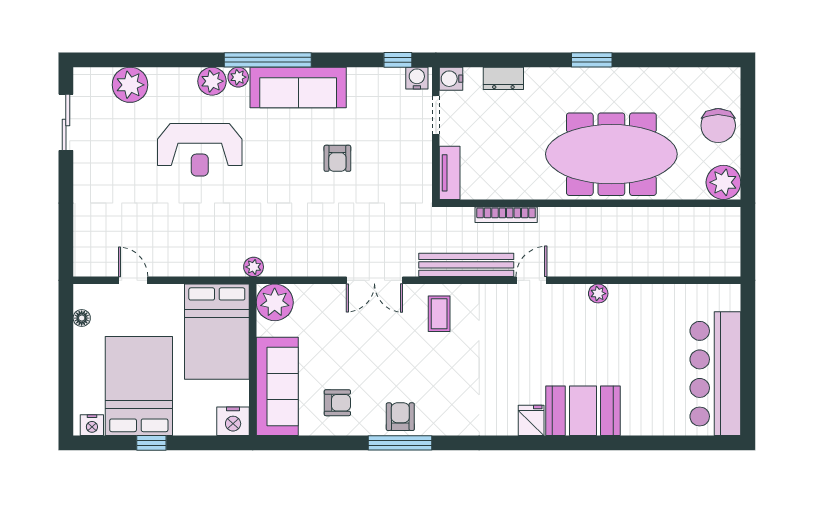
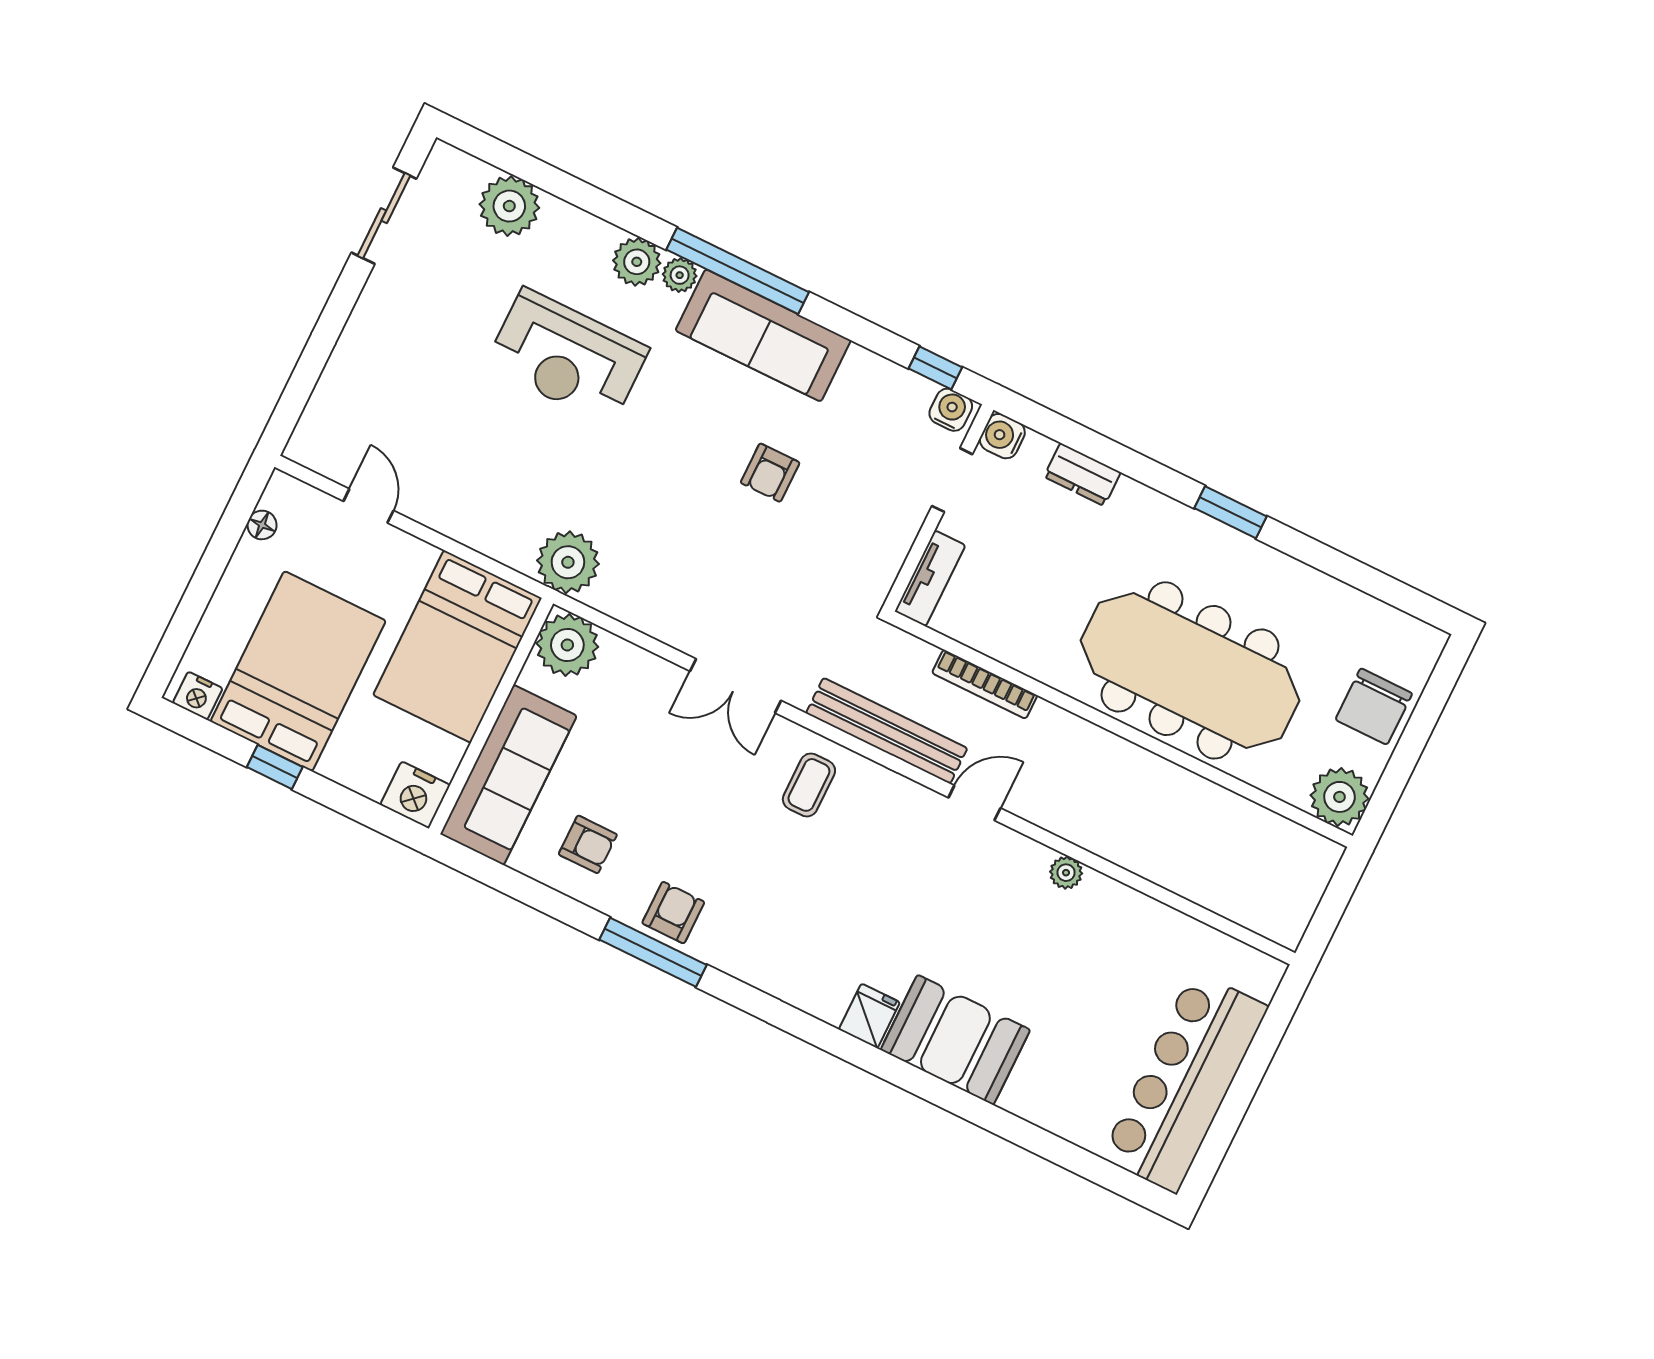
plant: (254, 267) -> (568, 562), width x1.87, depth x1.87

